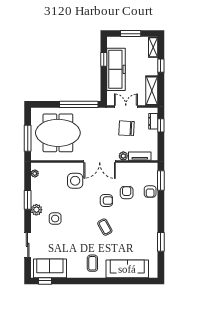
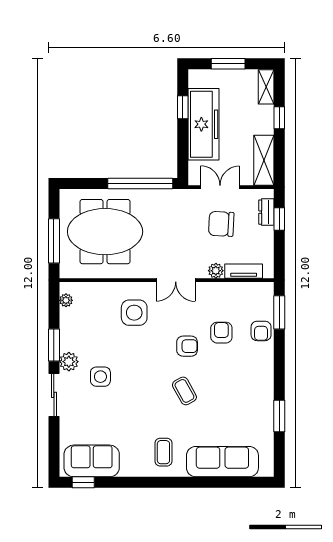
double door: (100, 161) -> (176, 280), width x0.73
sliding door: (28, 245) -> (54, 395), moved

